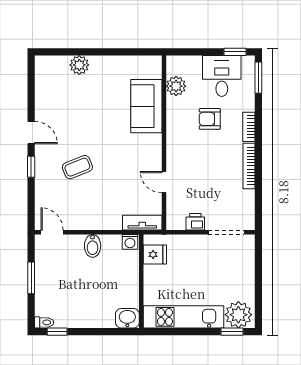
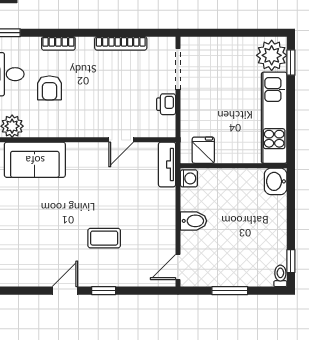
bookcase: (249, 166) -> (121, 43), moved
coffee table: (77, 167) -> (104, 238), turned -68

